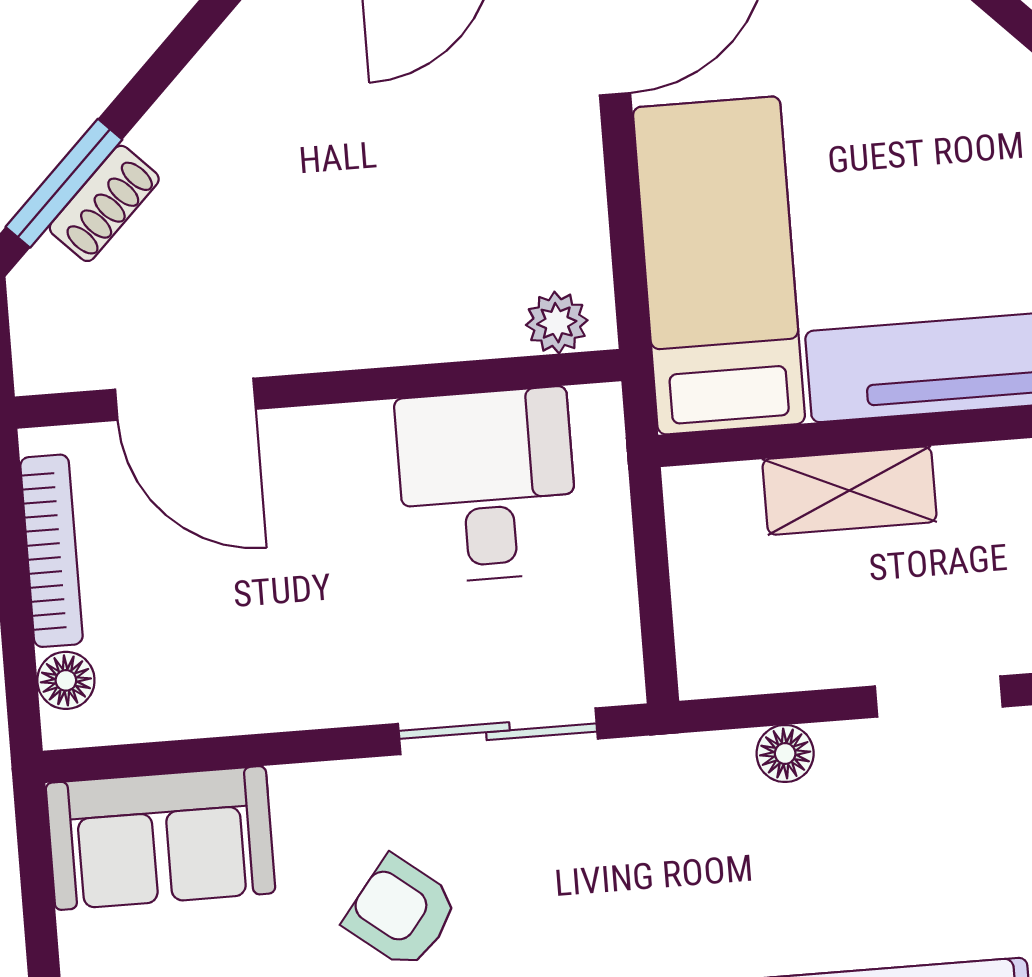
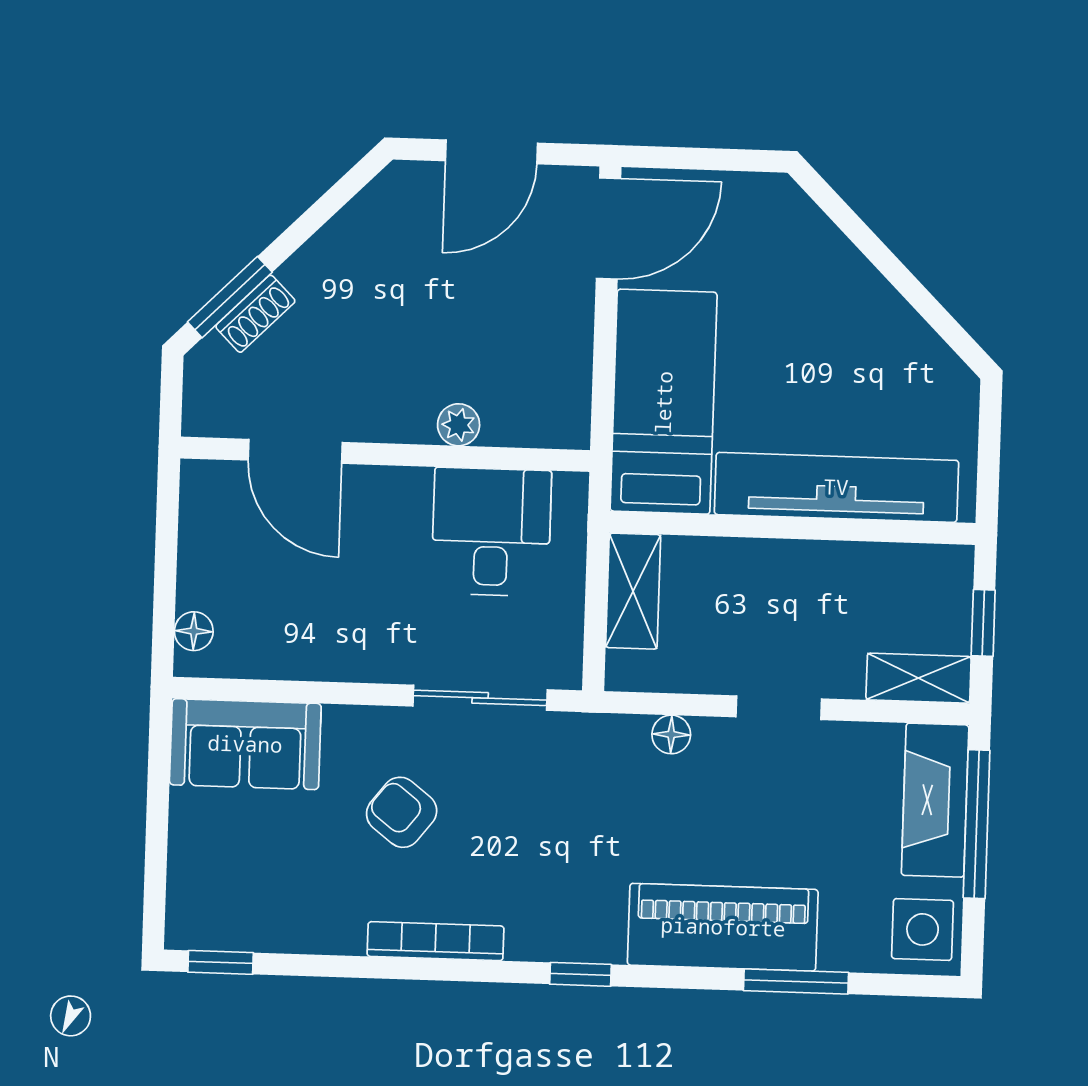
plant: (557, 323) -> (459, 425), moved
shelving: (849, 491) -> (633, 591), moved, turned 90
bookcase: (51, 551) -> (194, 543), removed

